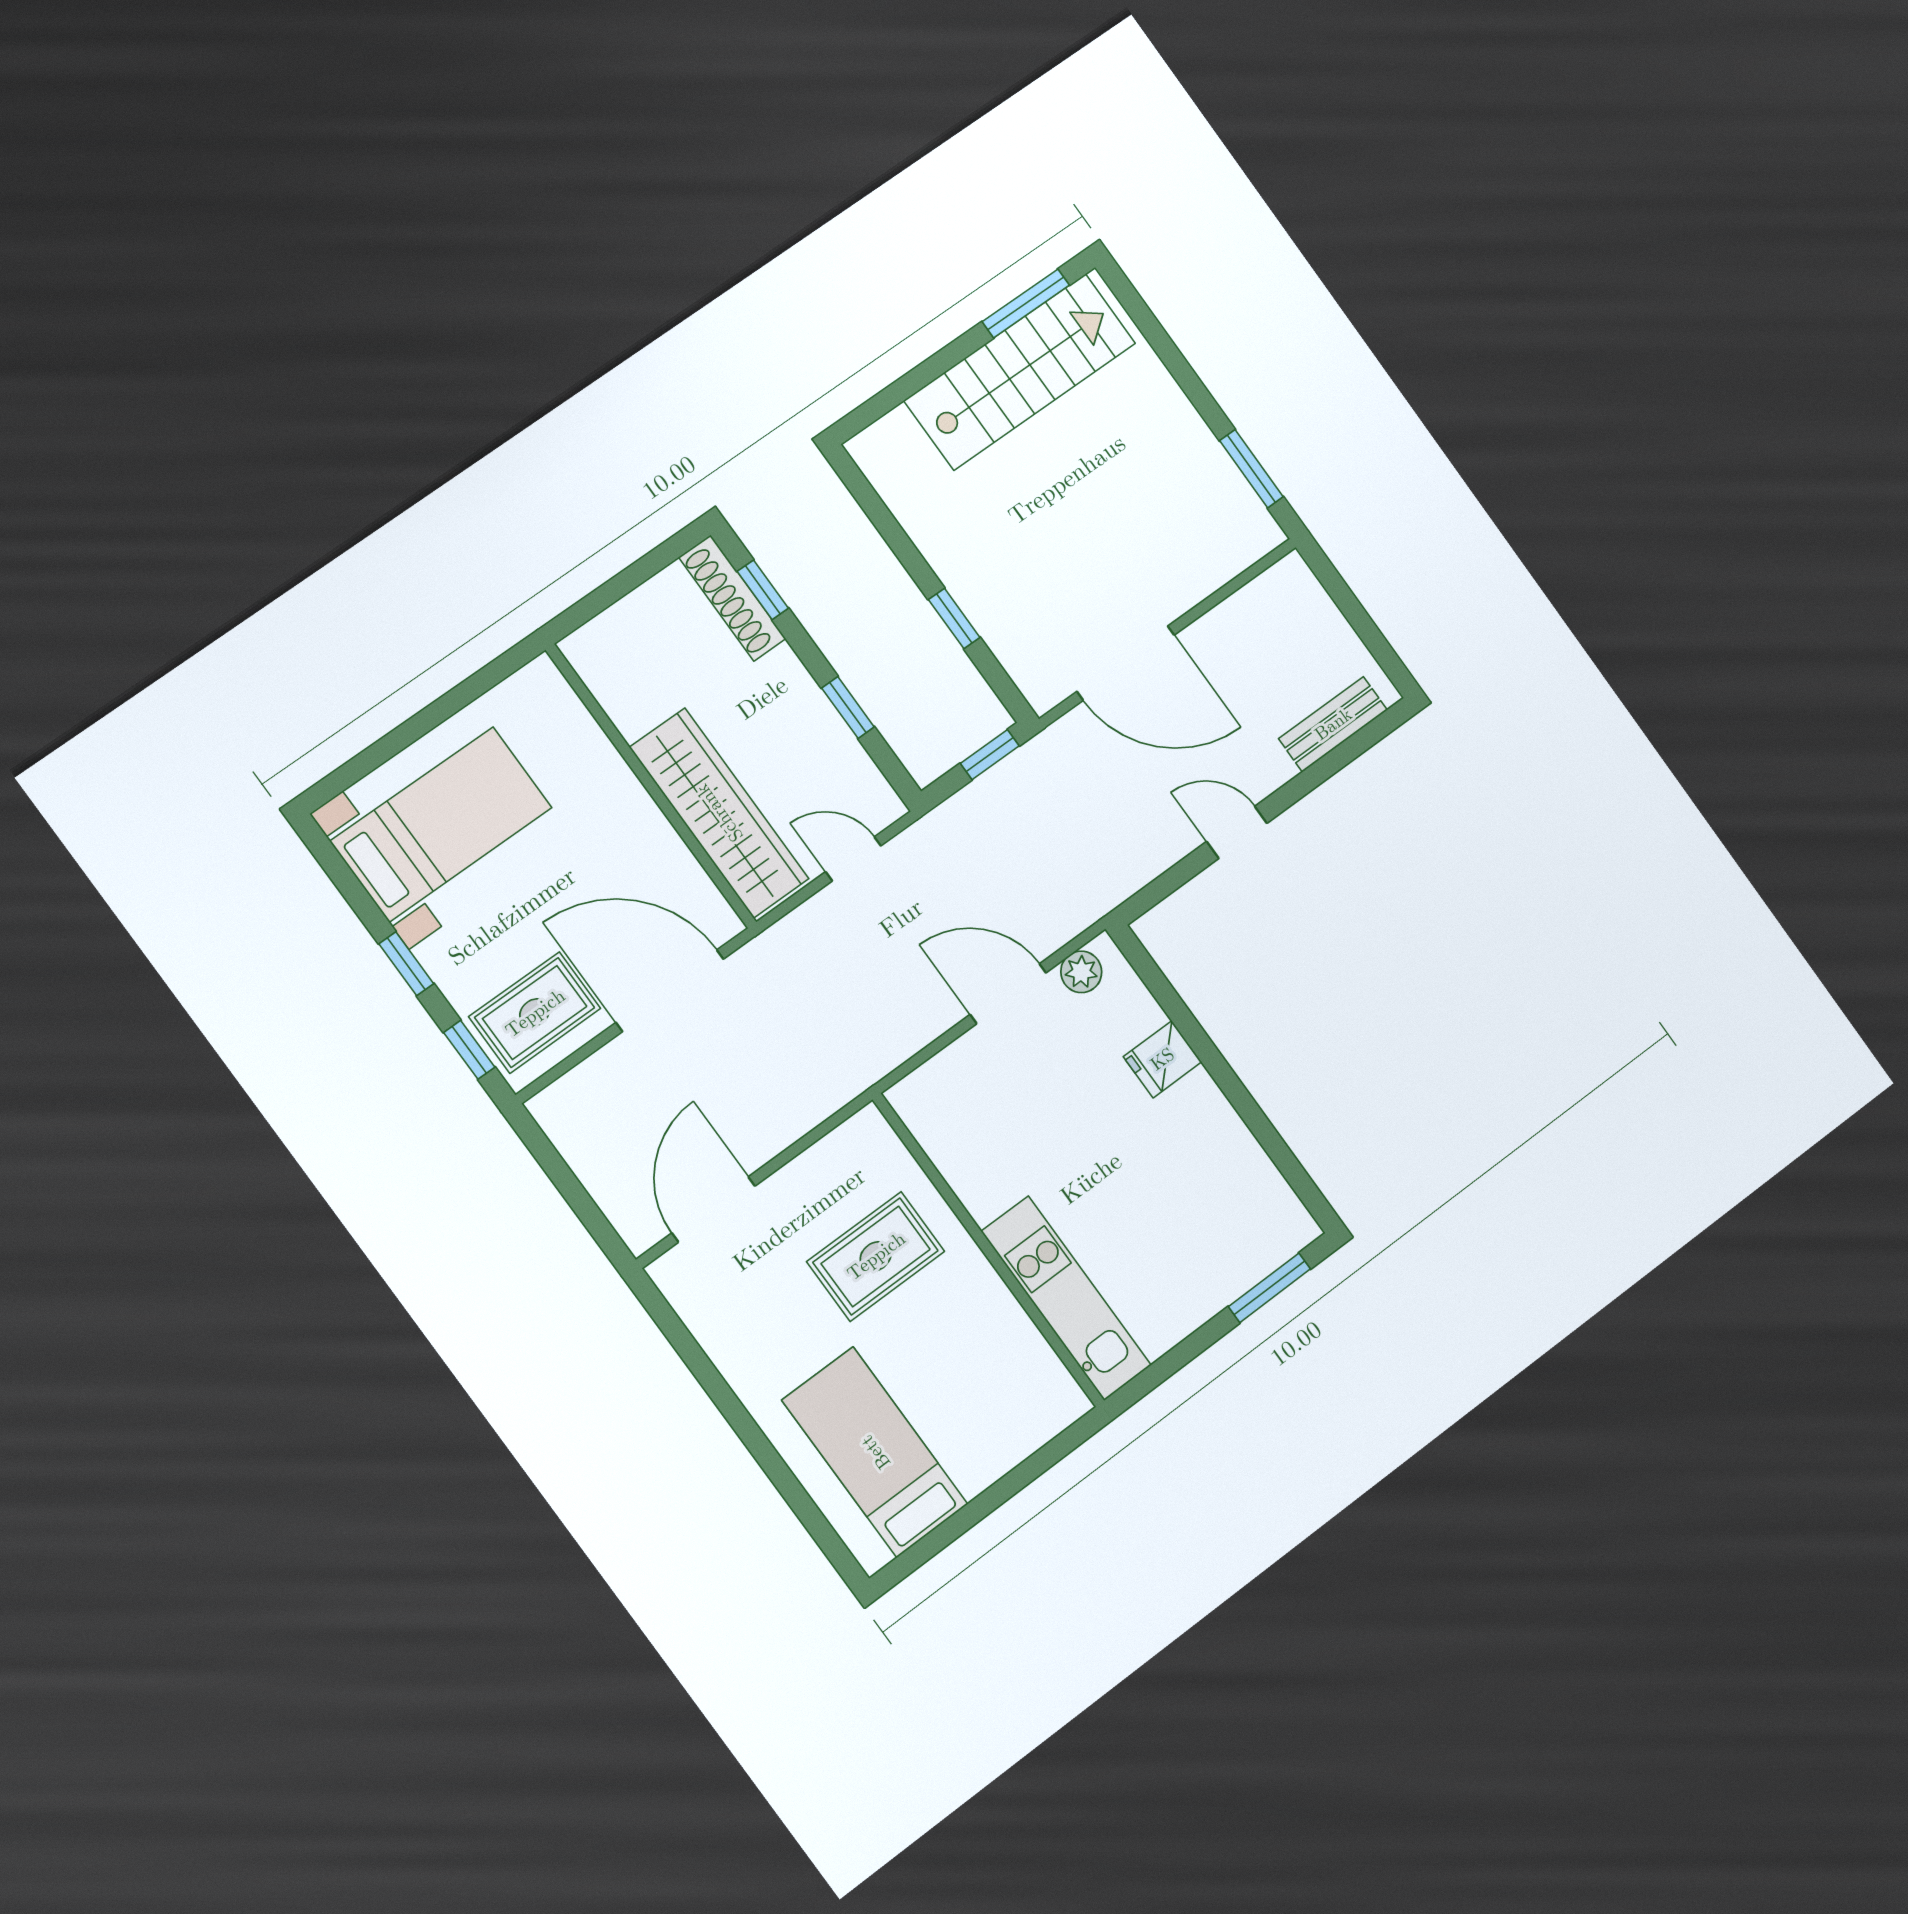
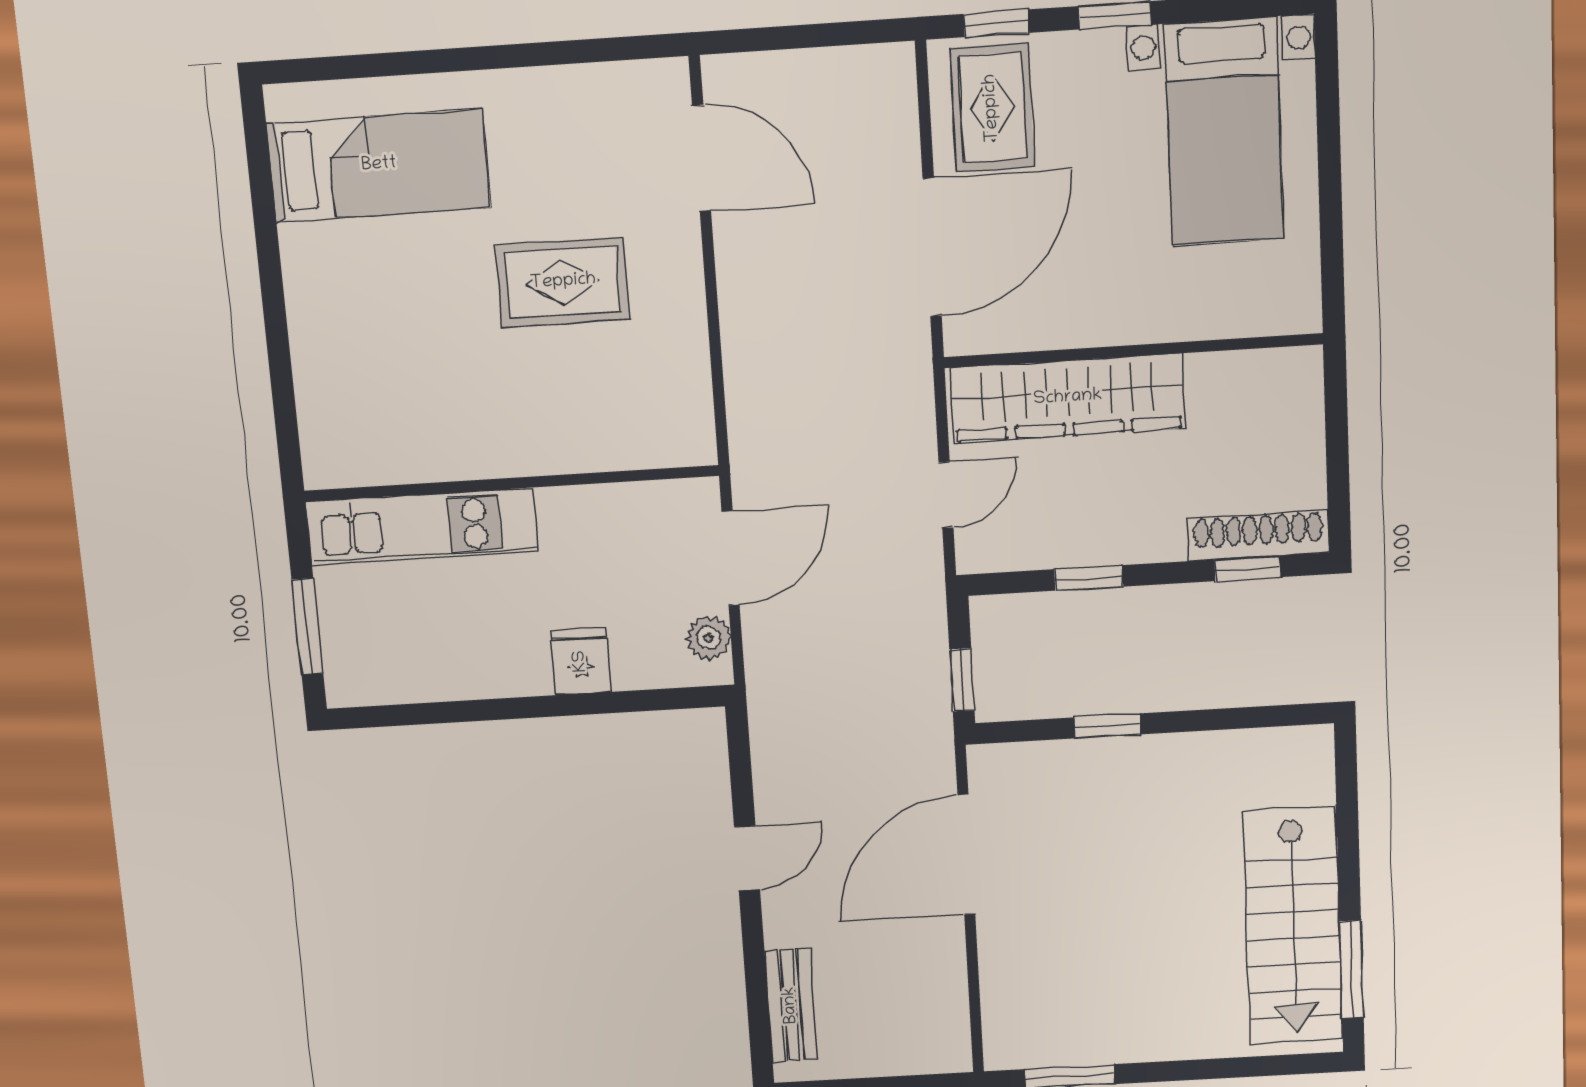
wall: (989, 1250) -> (511, 483), moved
rug: (876, 1256) -> (563, 282), turned 90
kitchen unit: (1066, 1298) -> (422, 526), moved

